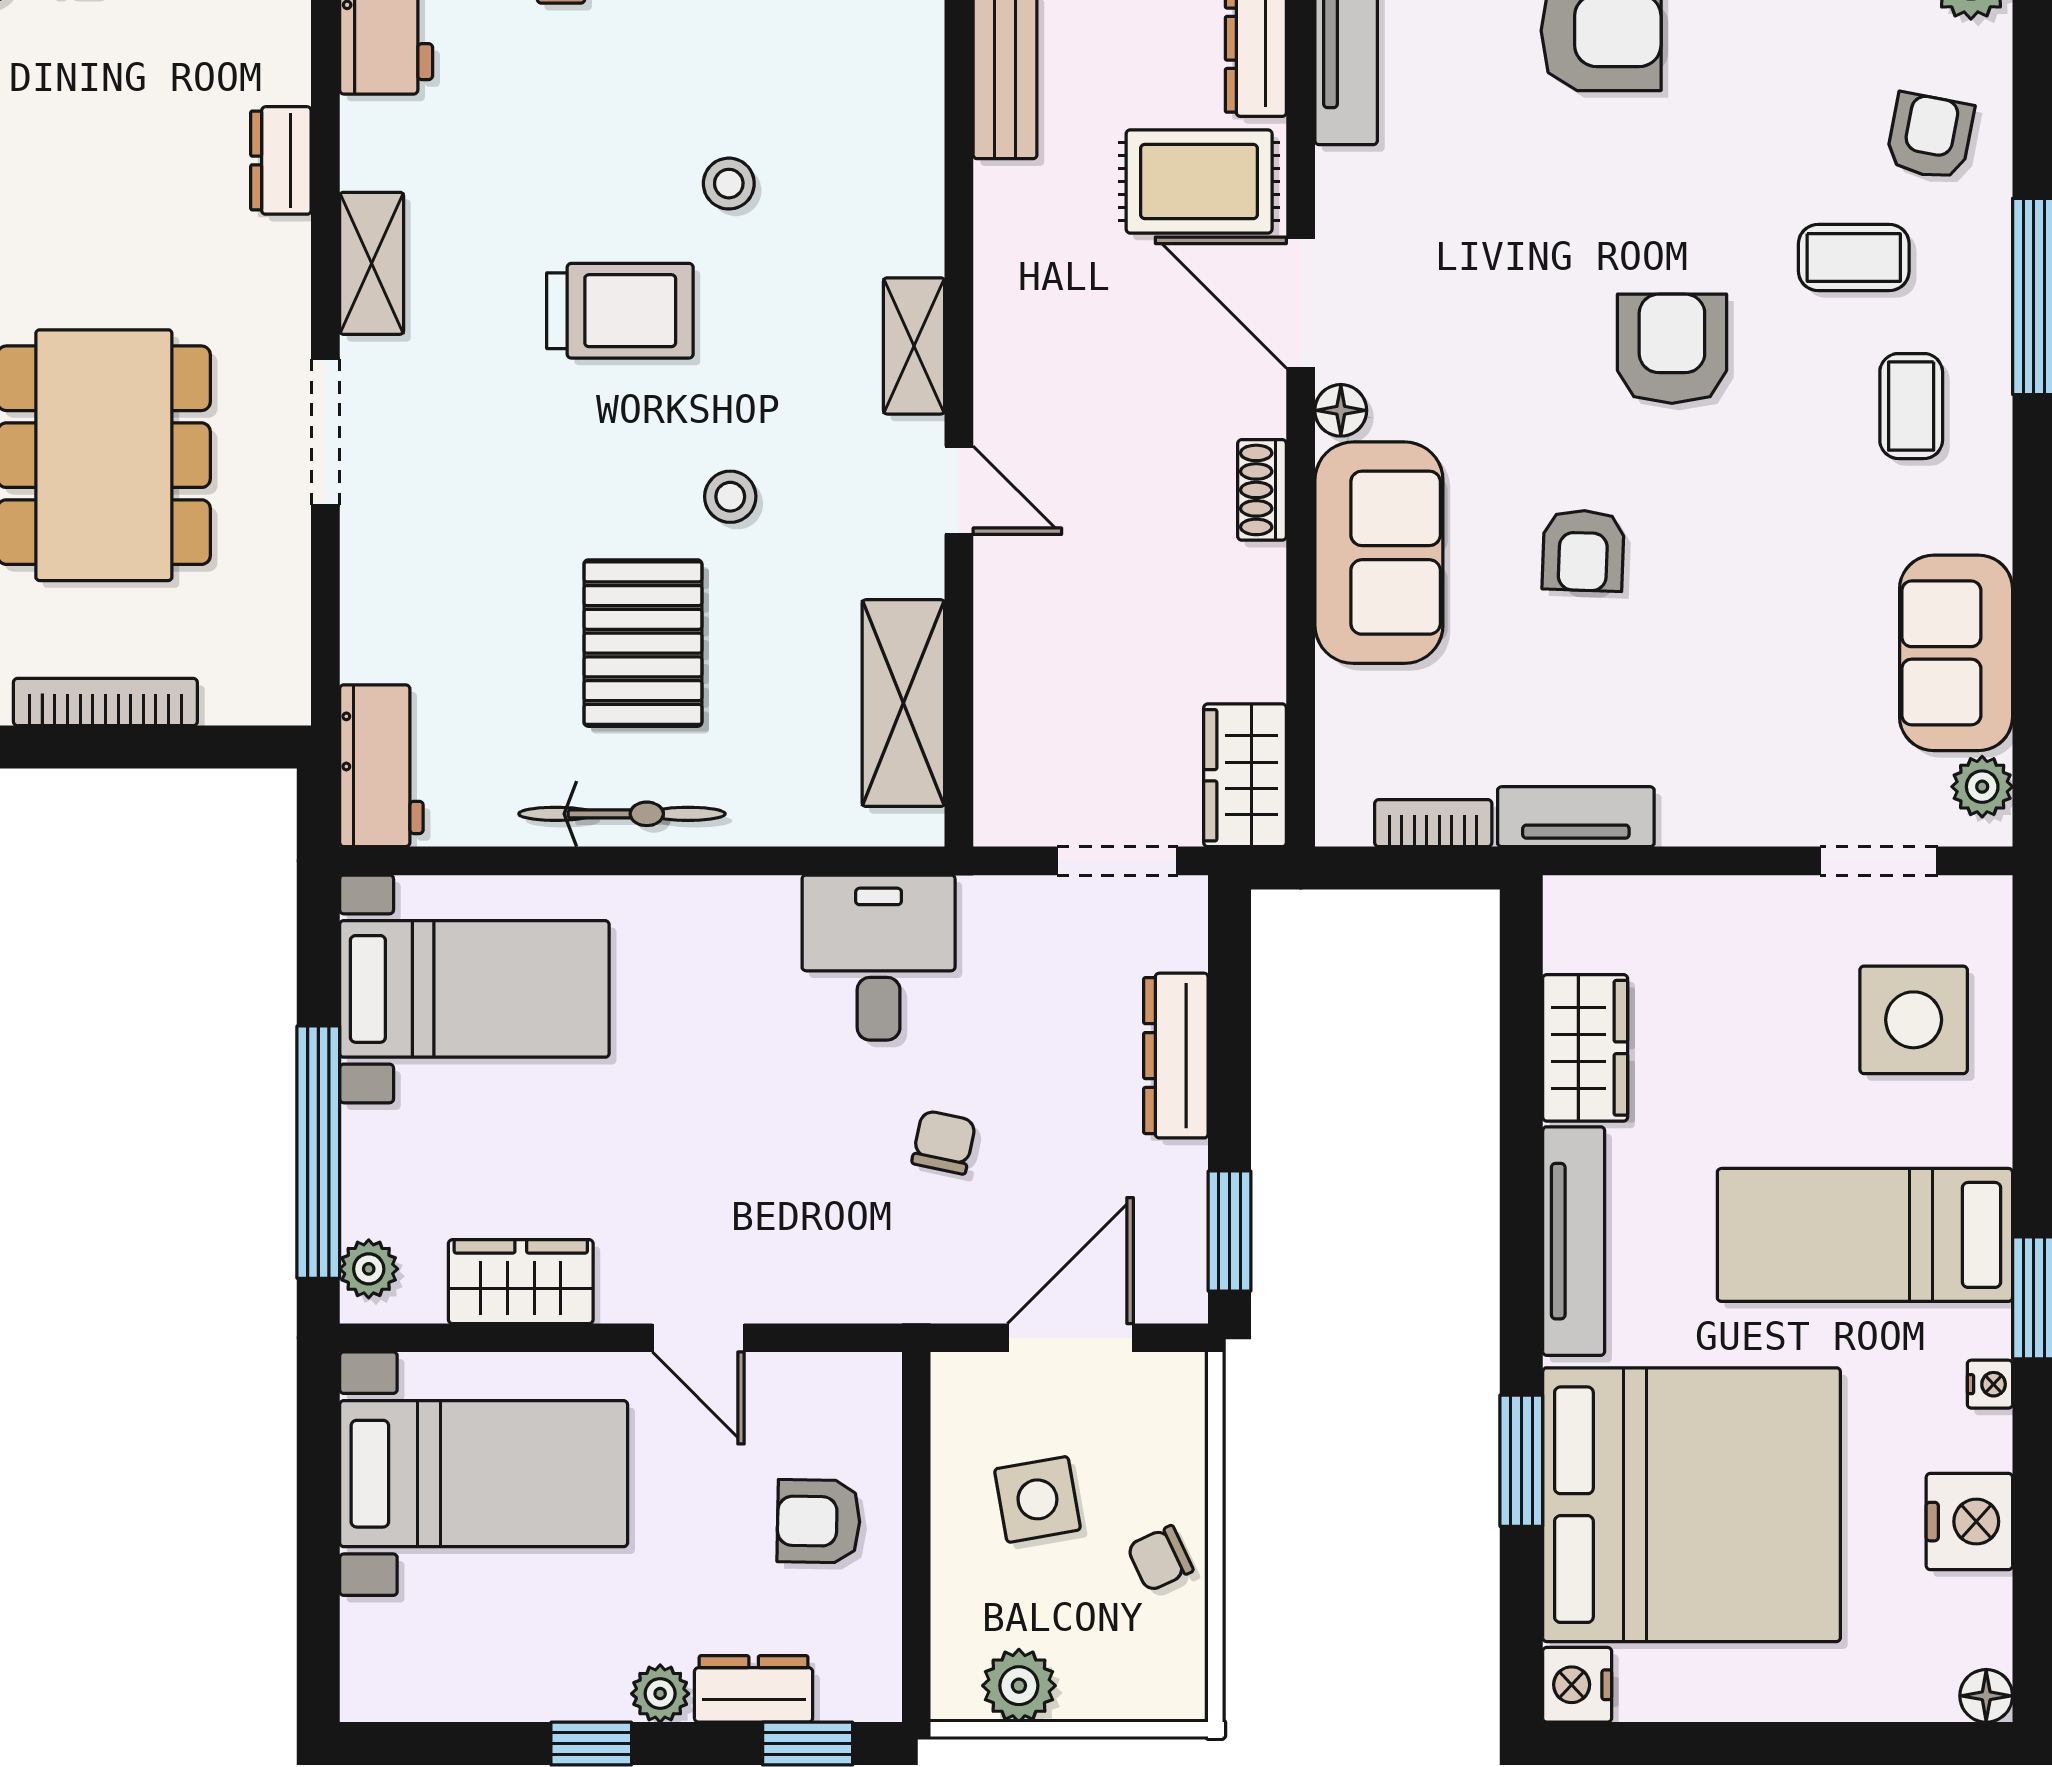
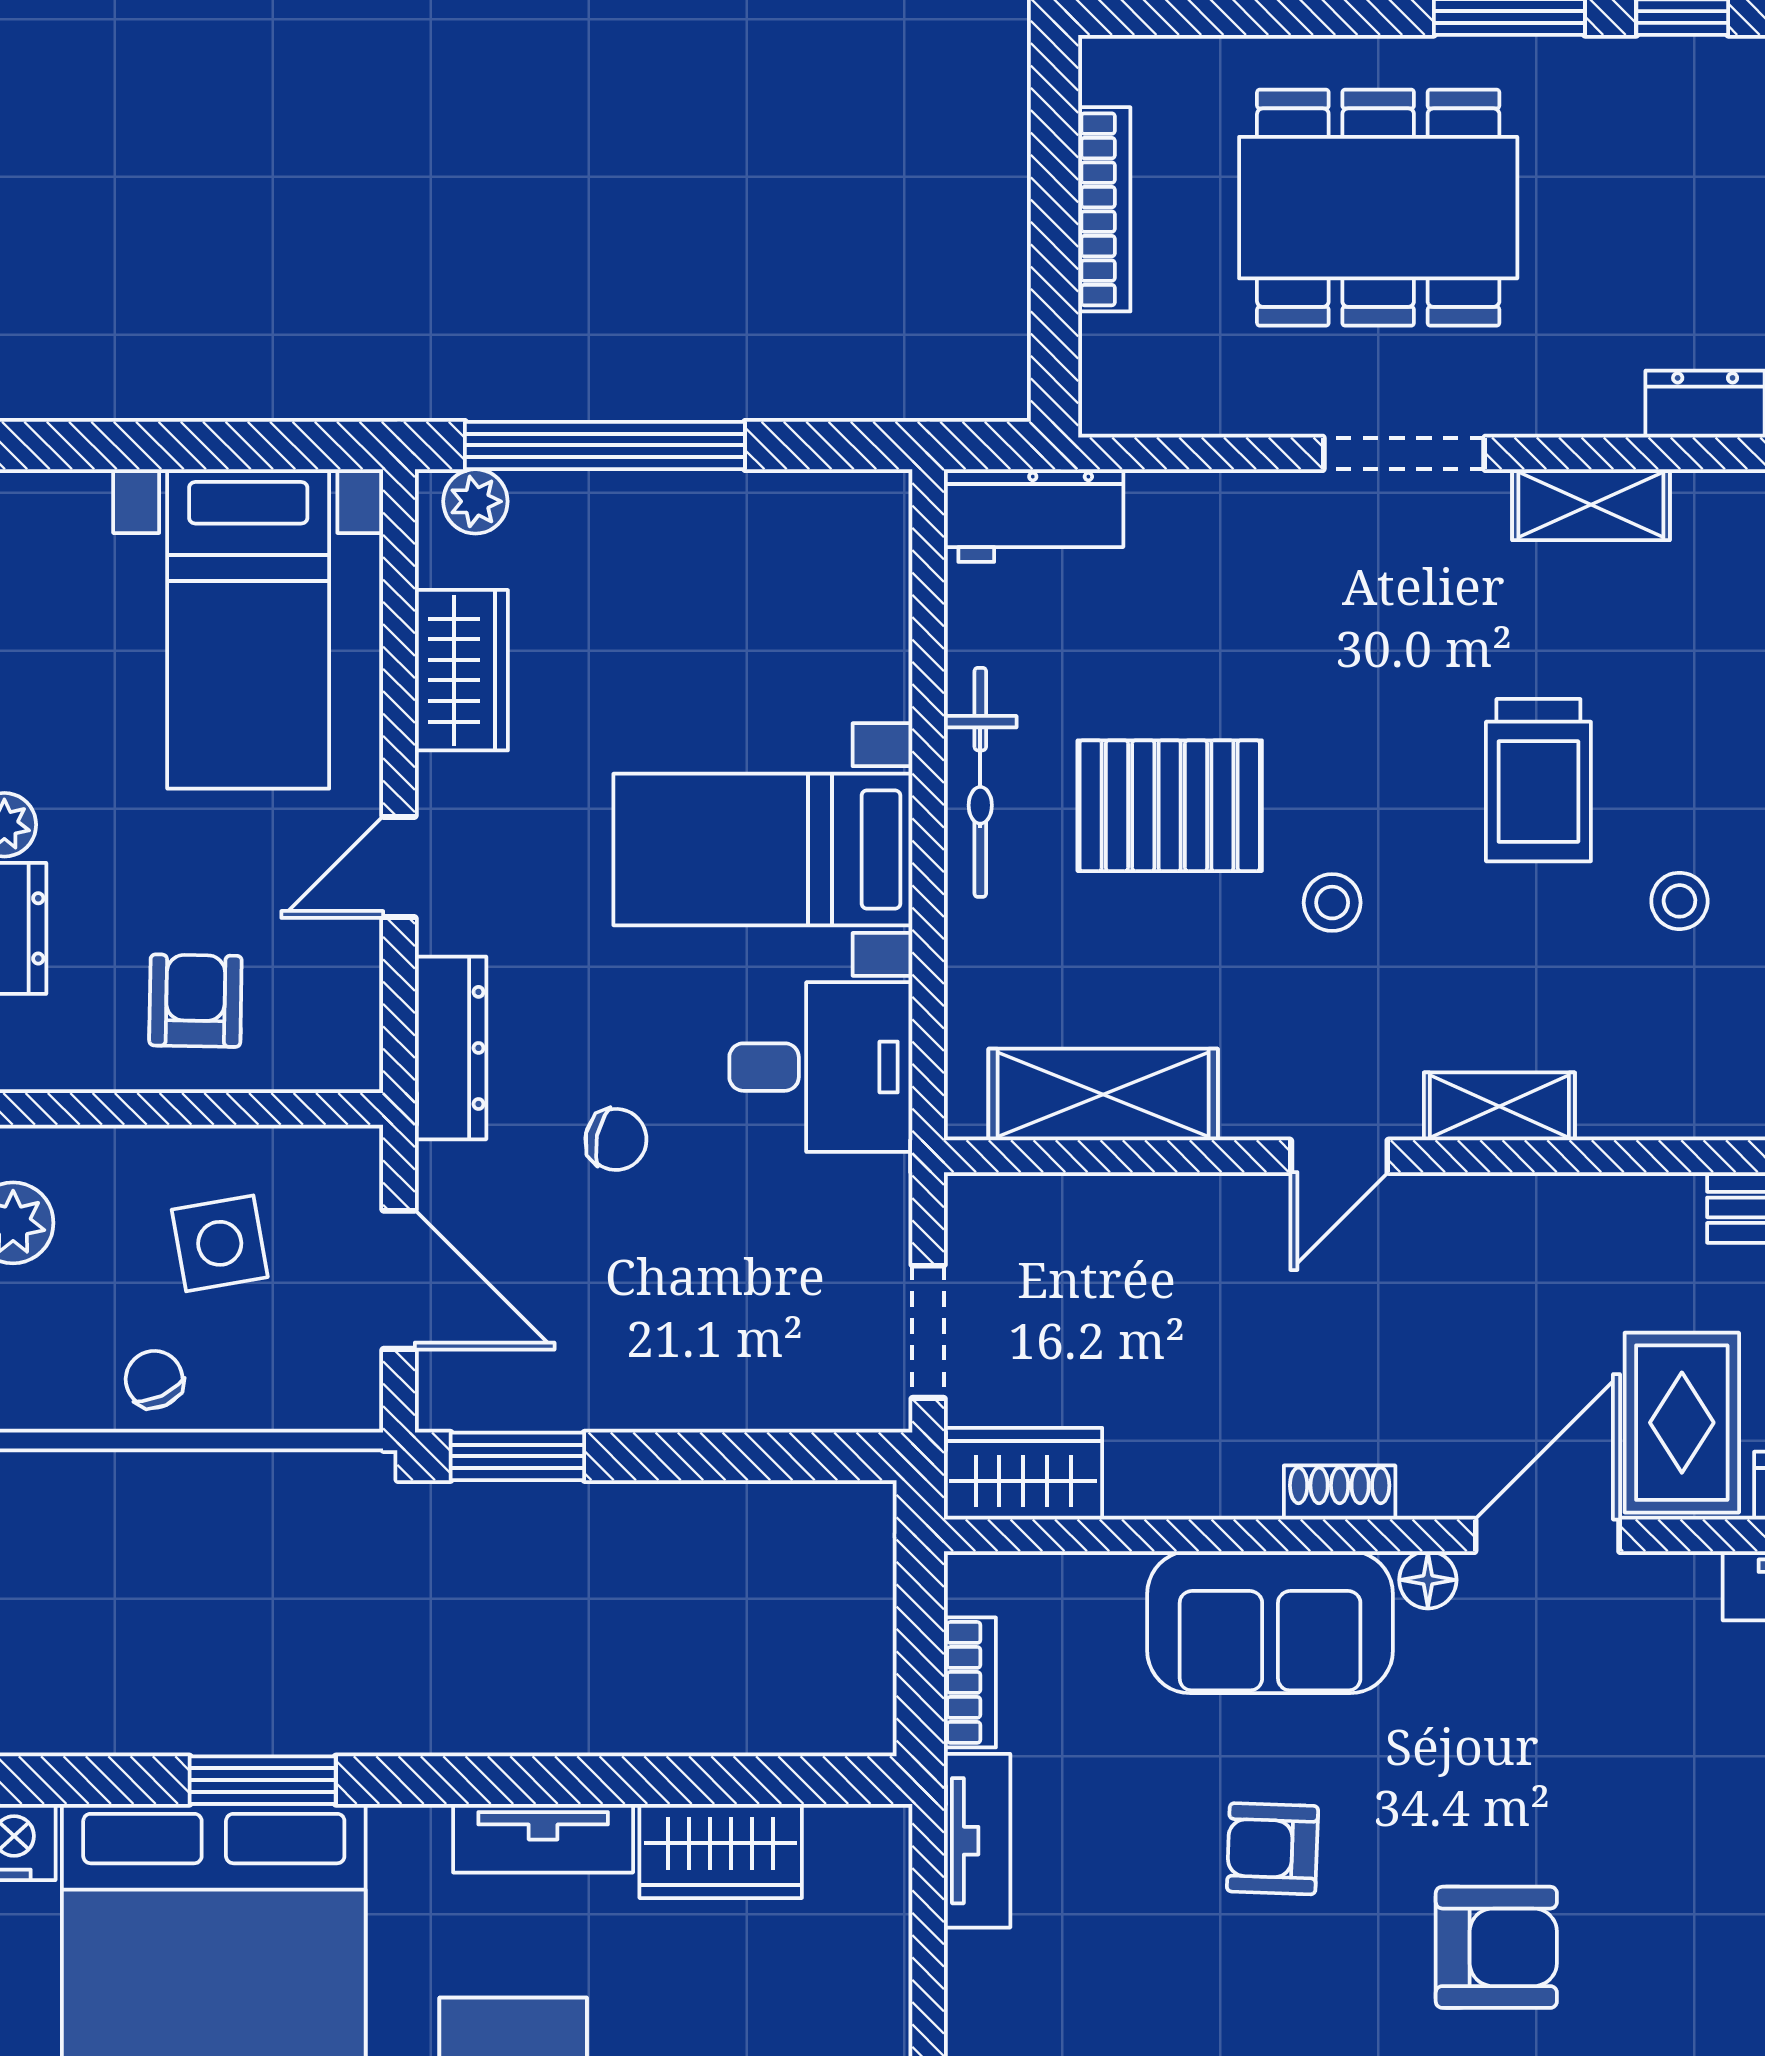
bed with nightstands: (474, 989) -> (763, 850), moved, turned 90
dresser: (1176, 1056) -> (451, 1048), moved, turned 90
tv unit: (1574, 1241) -> (543, 1838), width x0.71

